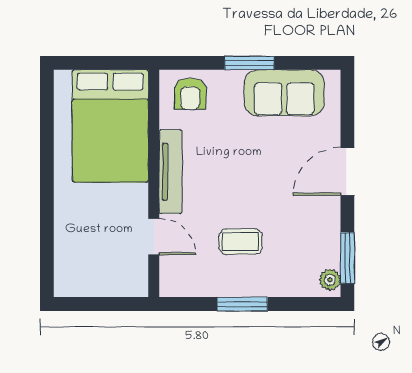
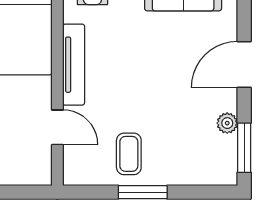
coffee table: (241, 242) -> (129, 154), moved, turned 90
plant: (330, 280) -> (227, 123), moved

